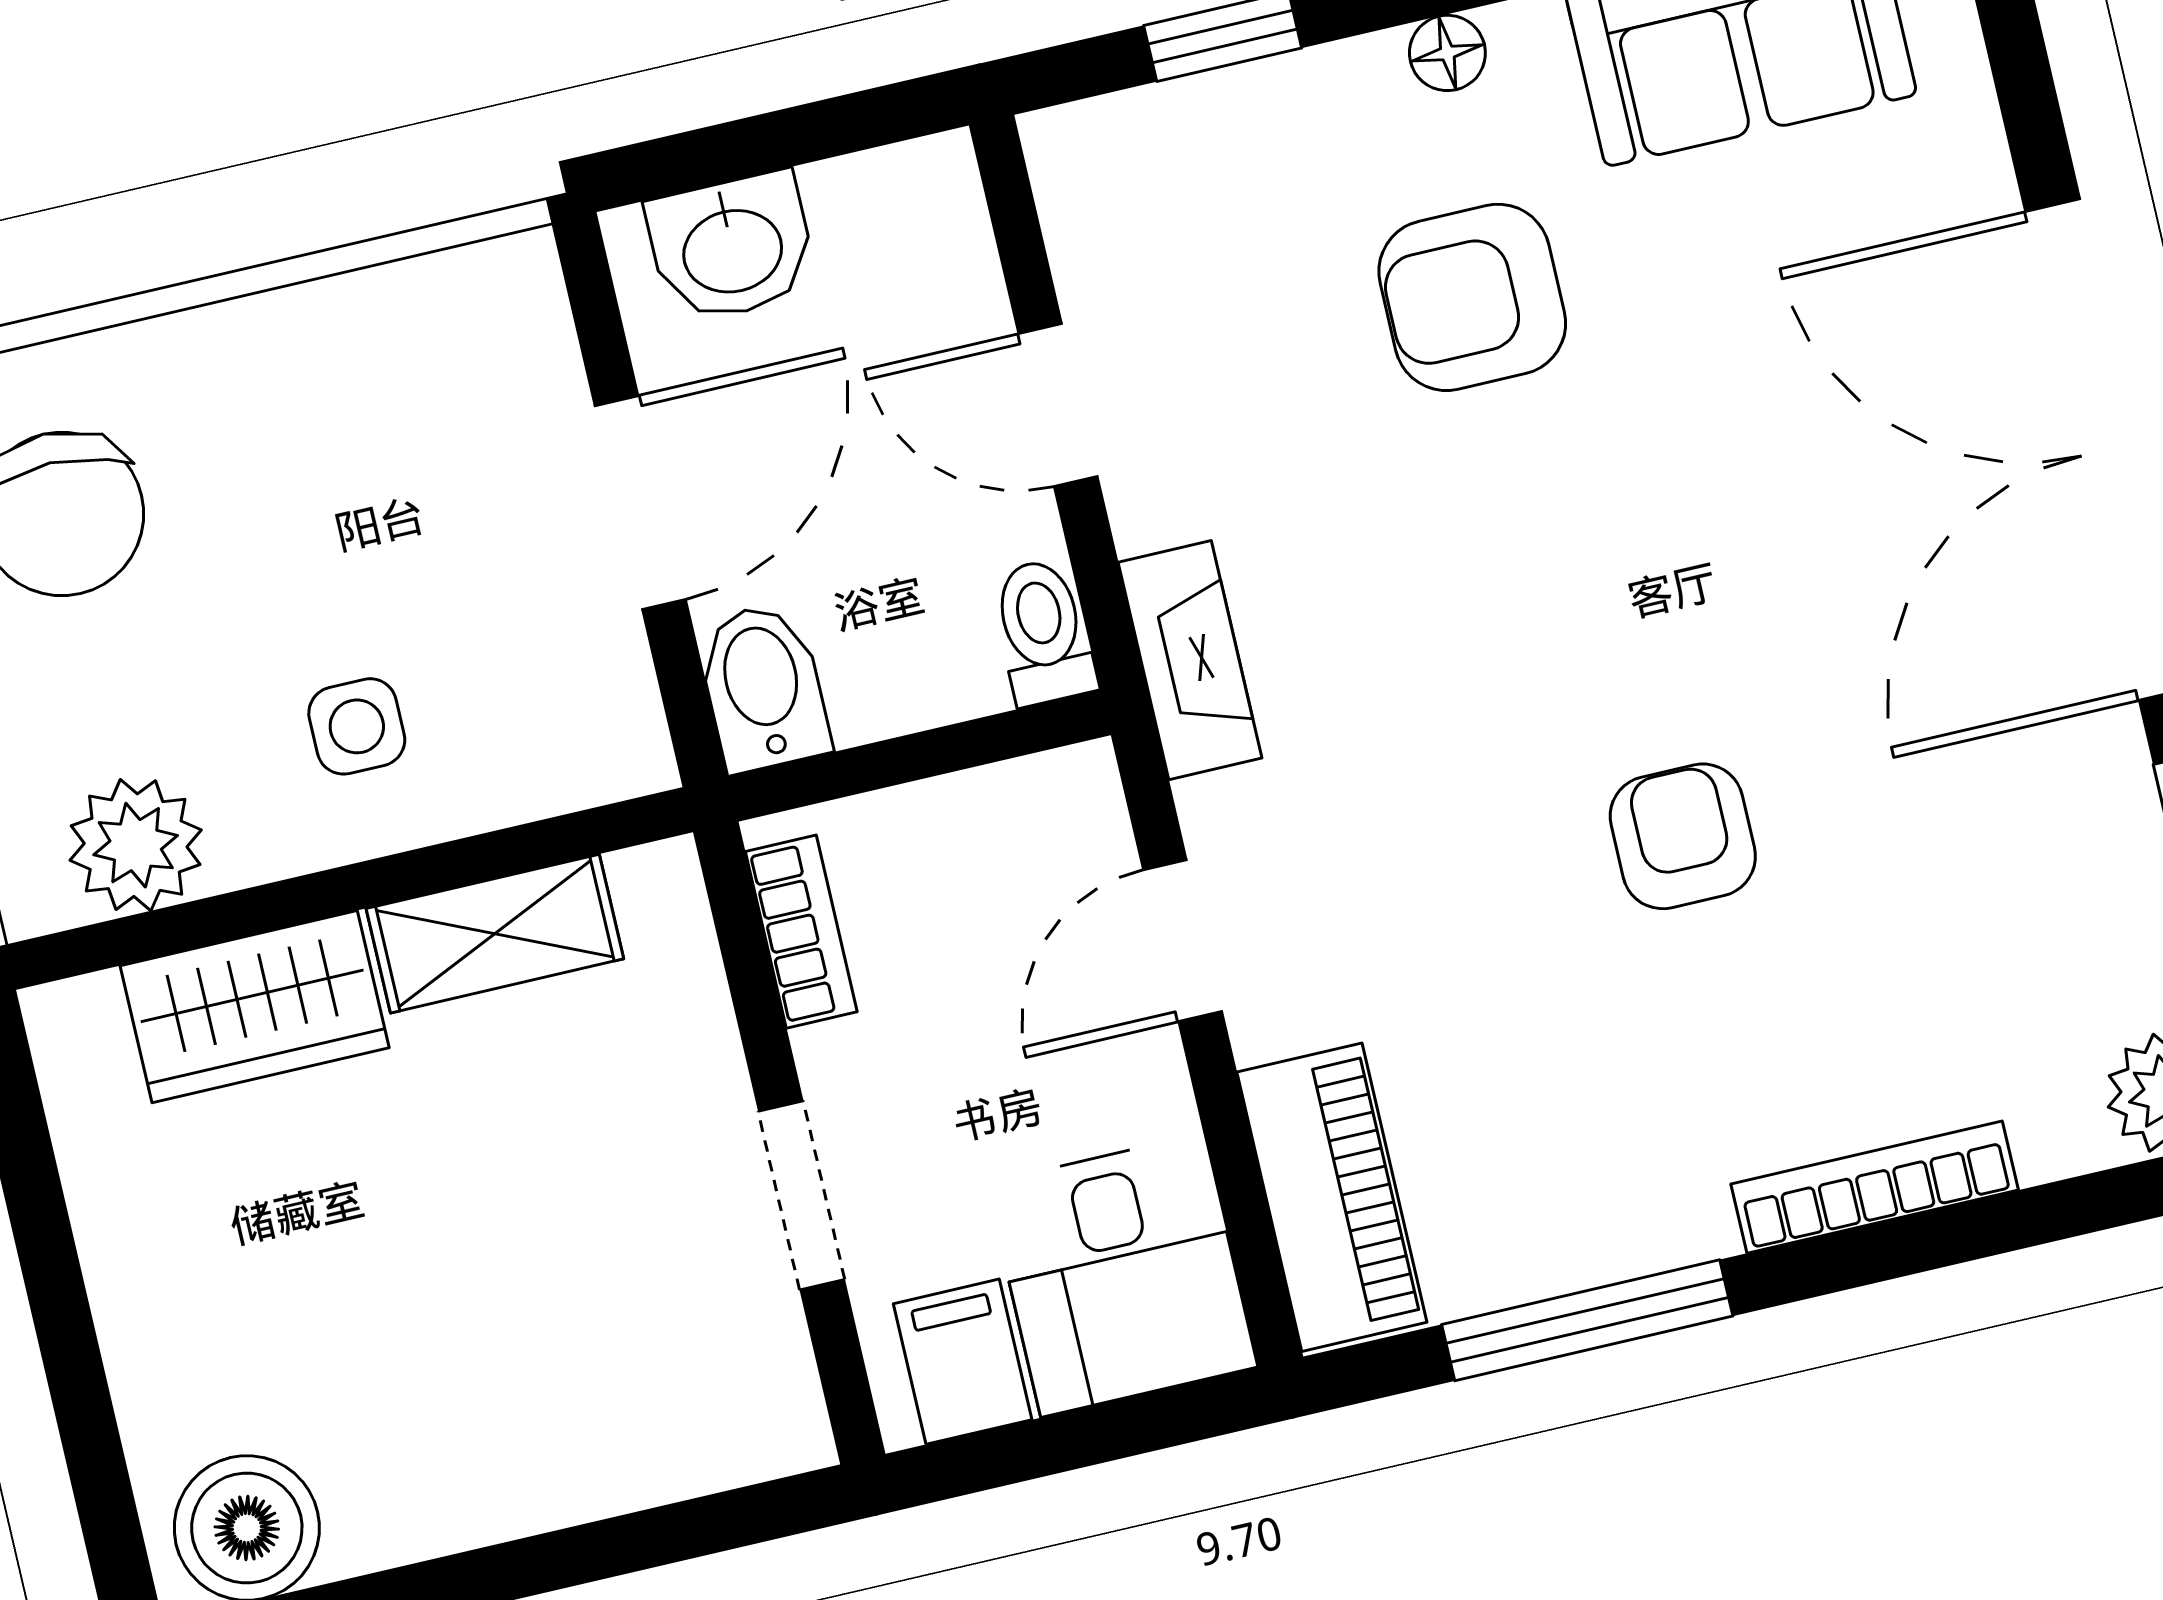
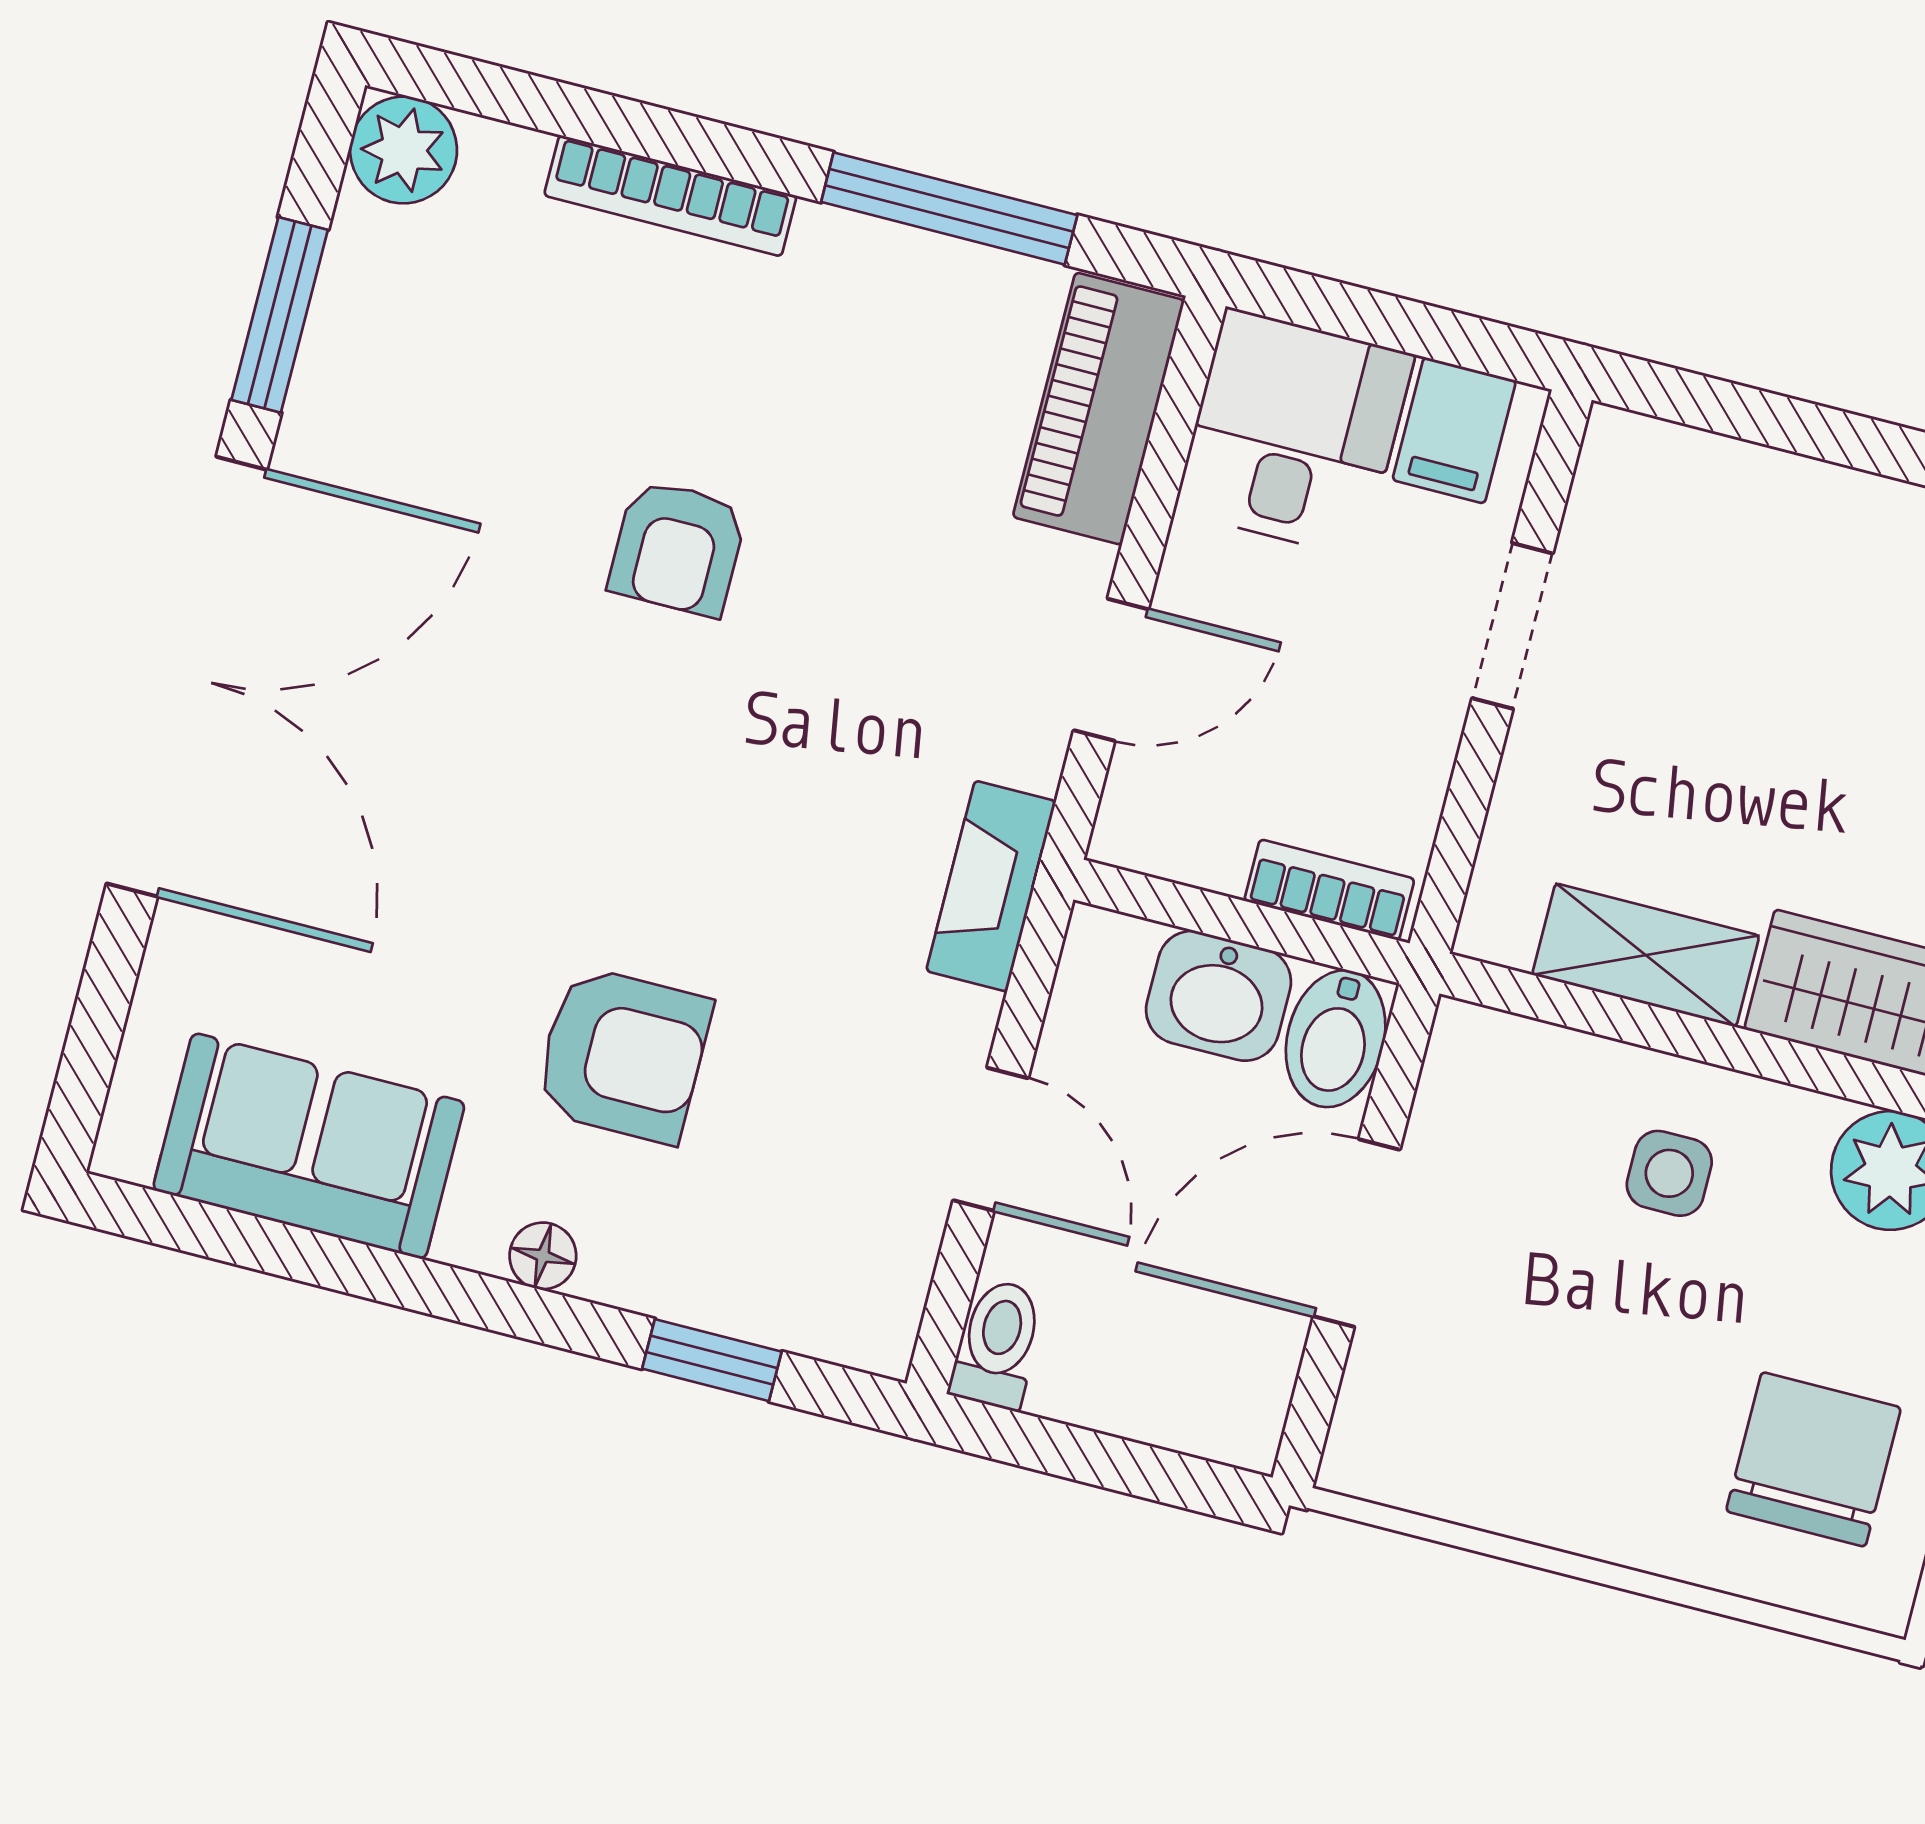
washbasin: (732, 247) -> (1219, 996), moved, turned 180
toilet: (1043, 632) -> (998, 1344), moved, turned 180
bookcase: (801, 932) -> (1329, 890), moved, turned 90

